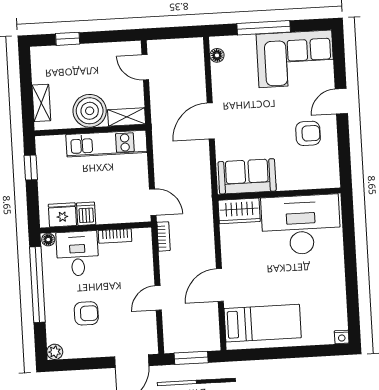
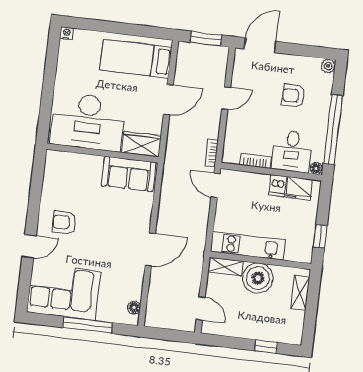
sofa: (247, 176) -> (129, 174), moved
wall: (279, 194) -> (102, 153), moved
wardrobe: (239, 211) -> (141, 144), moved
desk: (301, 225) -> (88, 122), moved

